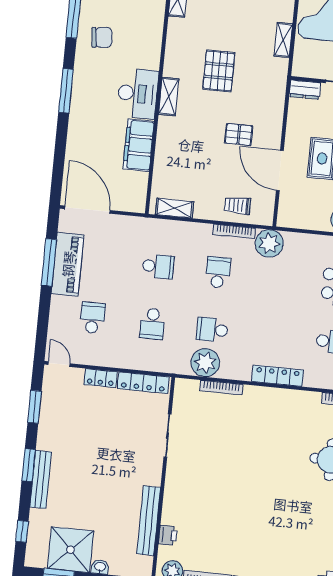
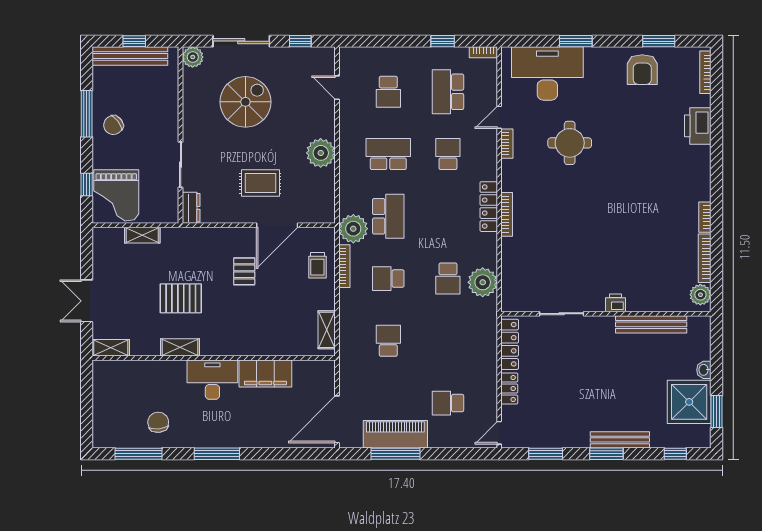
shelving: (169, 97) -> (180, 347), moved
school desk: (152, 324) -> (388, 216), moved, width x1.85
bookcase: (221, 388) -> (507, 214), moved
printer: (168, 535) -> (616, 303), moved

